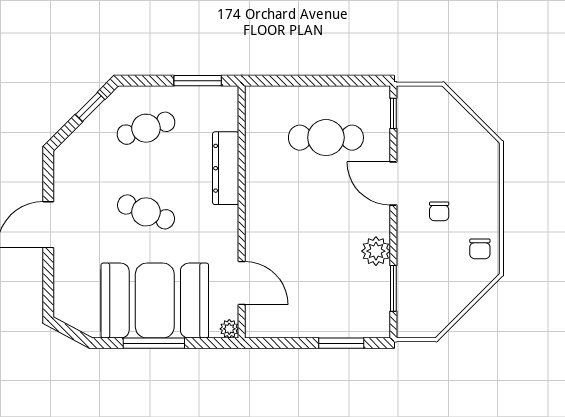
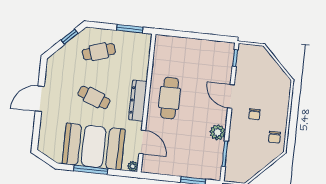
cafe table: (326, 138) -> (170, 98), moved, turned 90
dresser: (226, 168) -> (138, 101), moved

